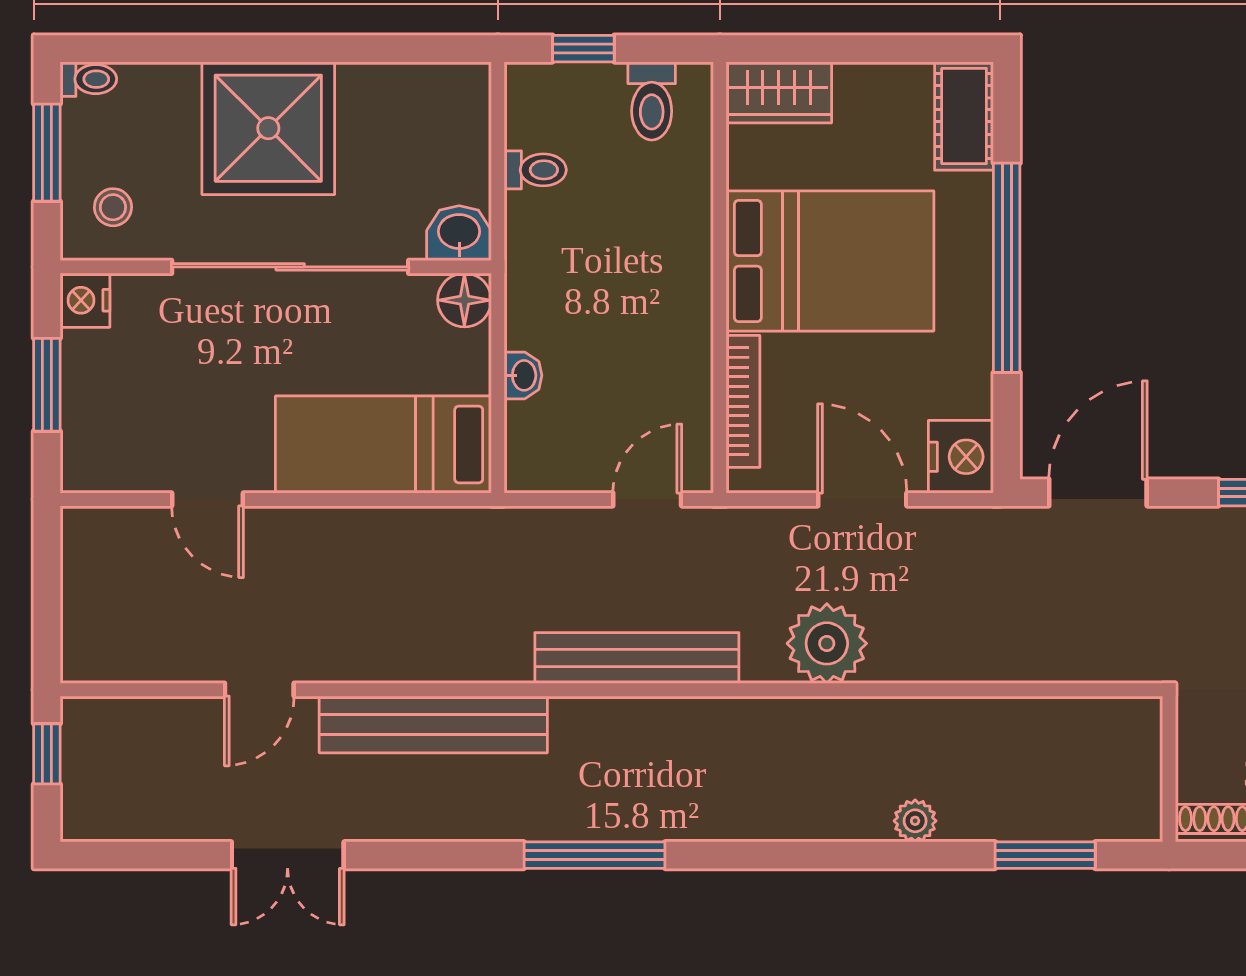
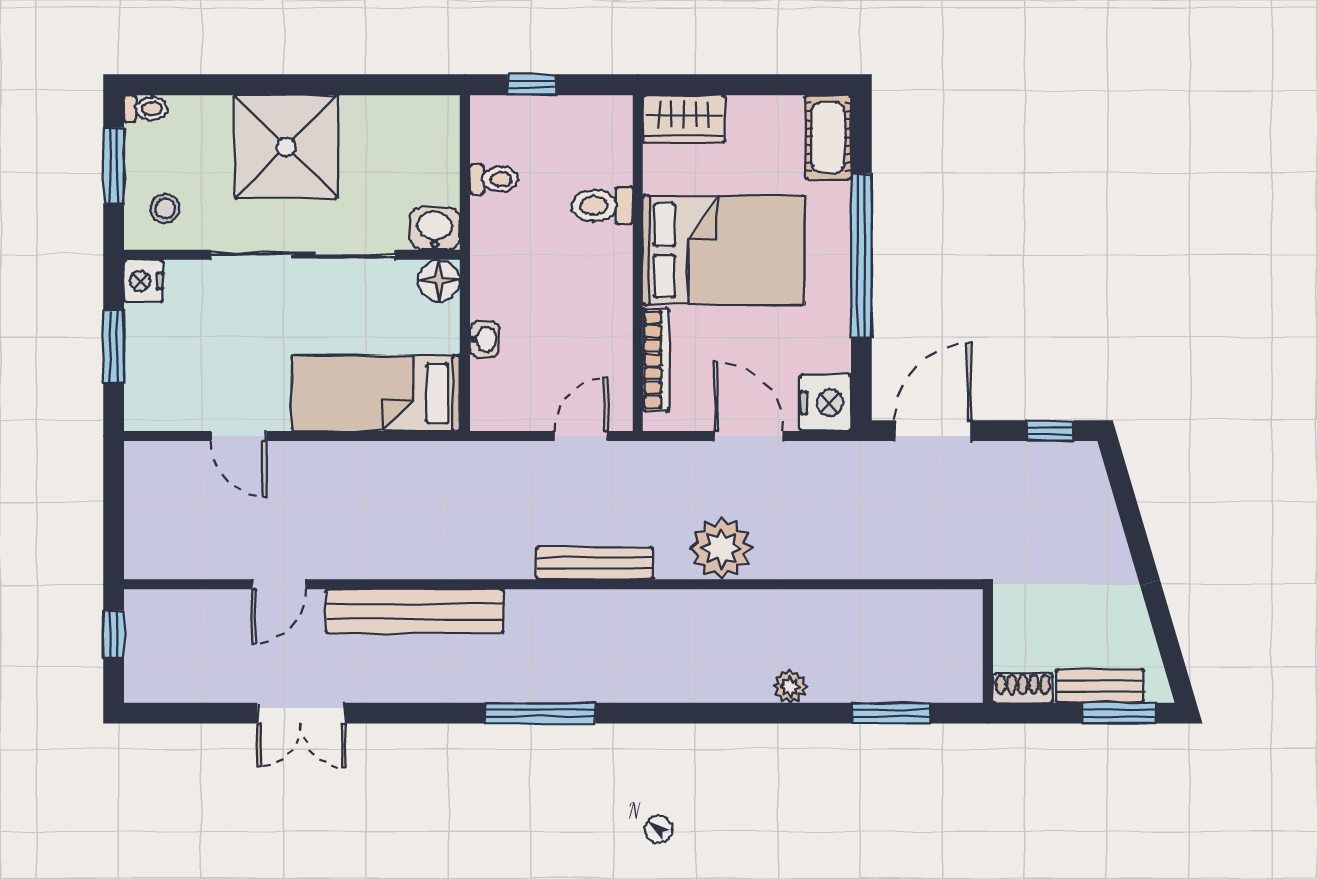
toilet: (652, 101) -> (602, 206), moved, turned 90
bench: (637, 658) -> (595, 563), width x0.73, depth x0.82

